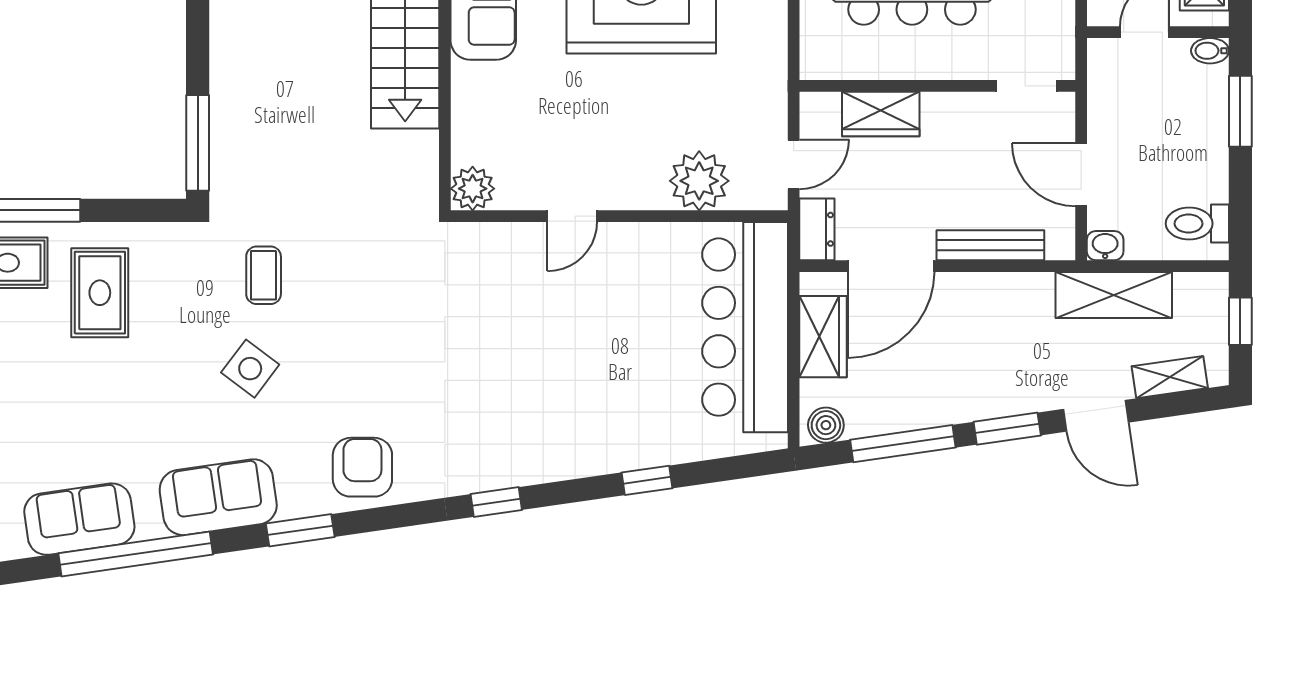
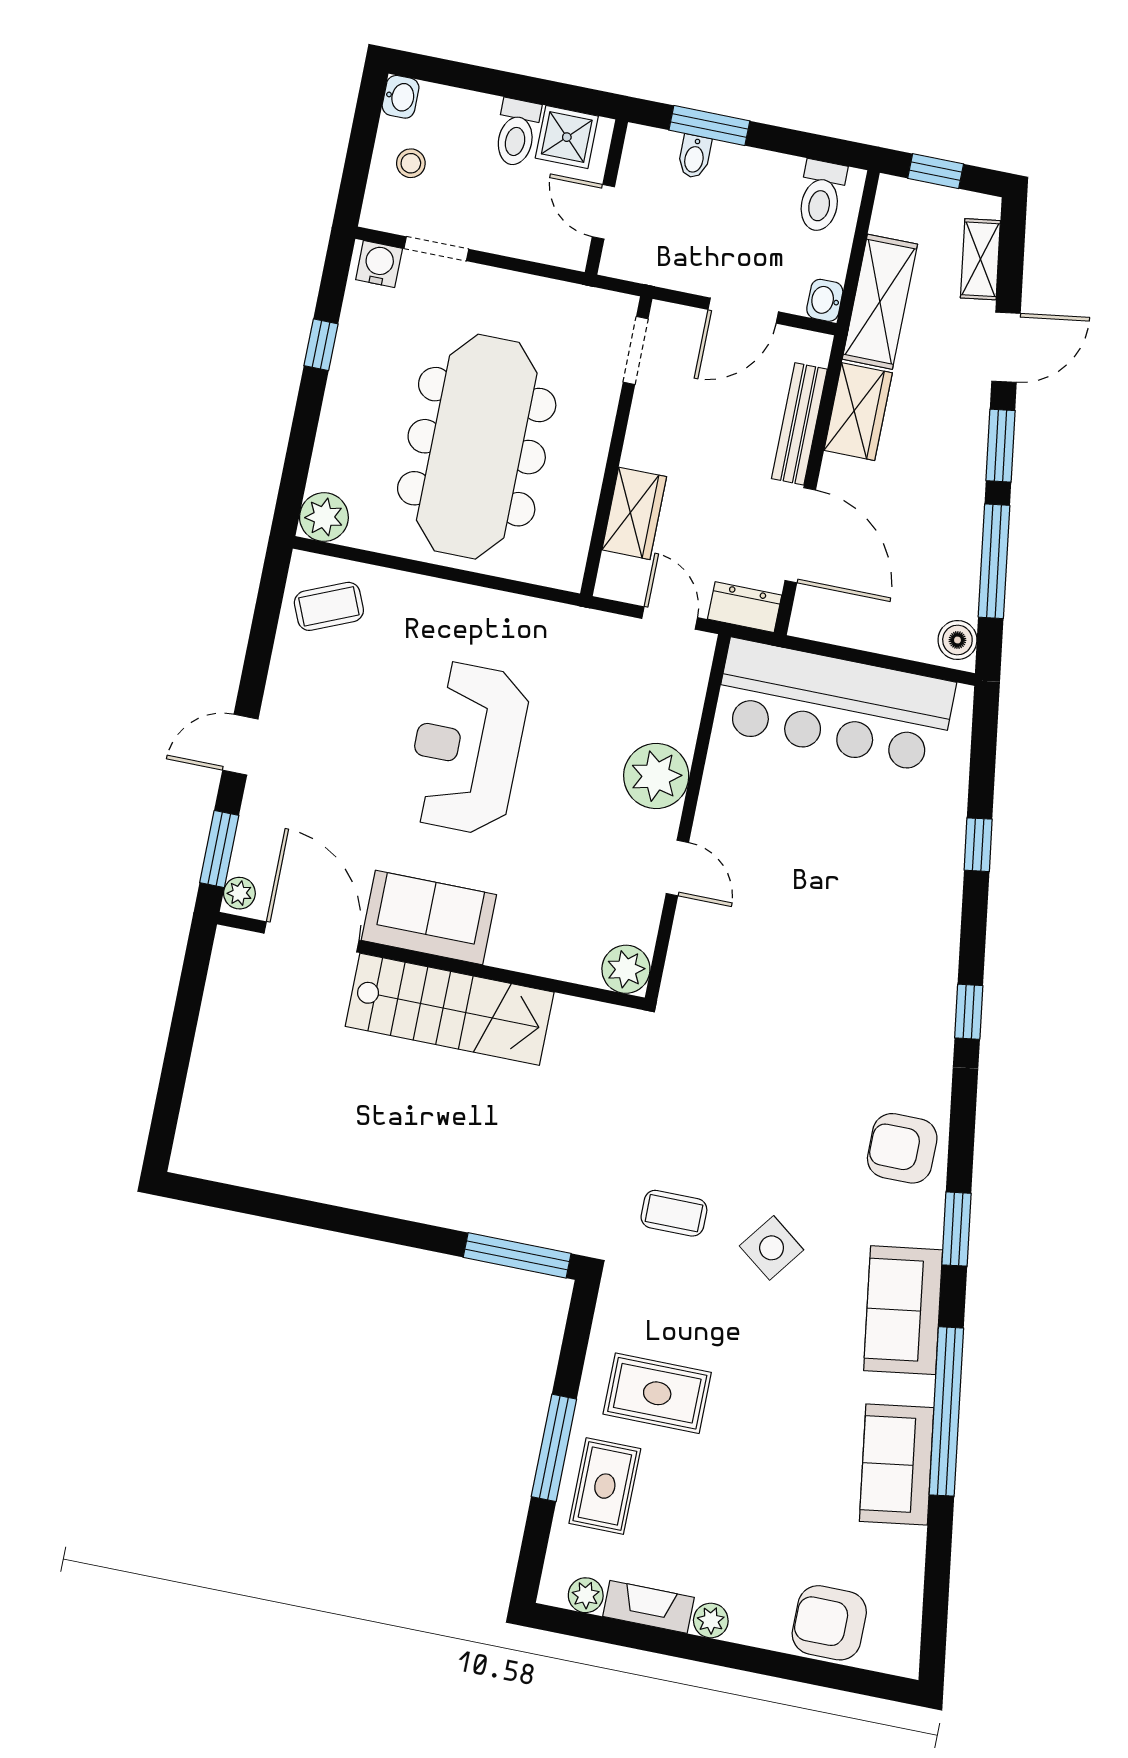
bidet: (1210, 51) -> (694, 157), moved
plant: (699, 181) -> (656, 776), moved
wardrobe: (823, 337) -> (858, 412), moved, turned 90

